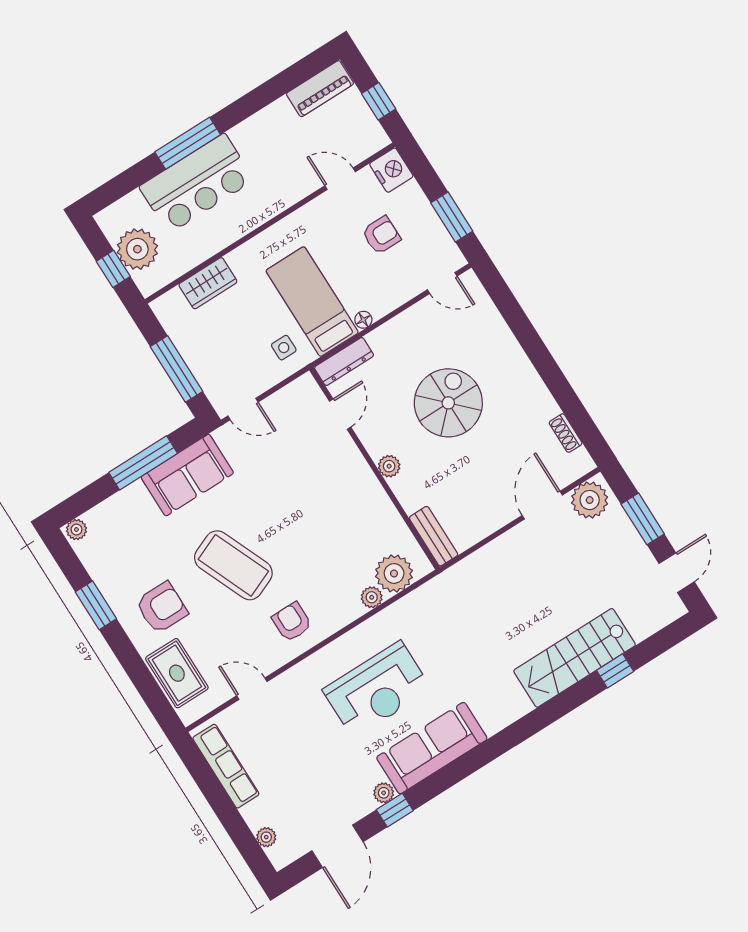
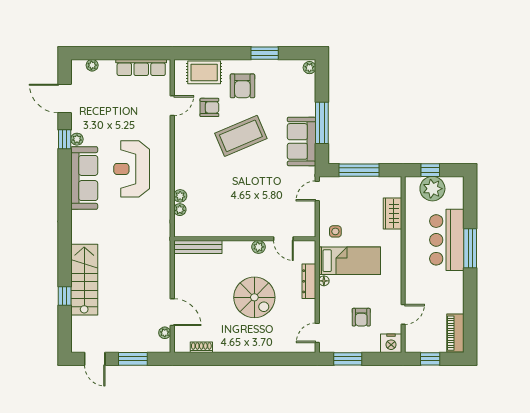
dresser: (344, 362) -> (309, 281), moved
plant: (389, 466) -> (258, 247), moved
plant: (590, 500) -> (165, 333), width x0.53, depth x0.53
bench: (434, 536) -> (198, 247), width x1.36
plant: (394, 573) -> (180, 210), width x0.53, depth x0.53
armchair: (292, 622) -> (209, 107), moved

